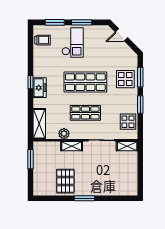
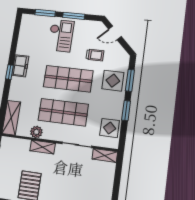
trolley: (43, 40) -> (95, 55), moved
freezer: (40, 88) -> (20, 66), moved
shop shelf: (85, 113) -> (63, 112), width x1.43, depth x1.36

